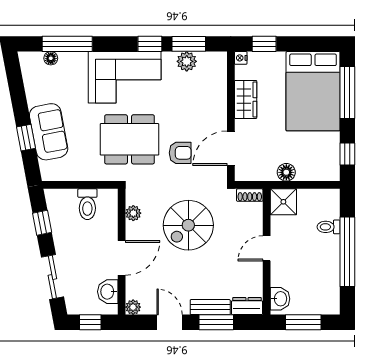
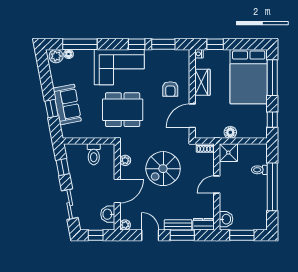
plant: (187, 61) -> (56, 56), moved
armchair: (180, 153) -> (170, 89), moved, turned 90

